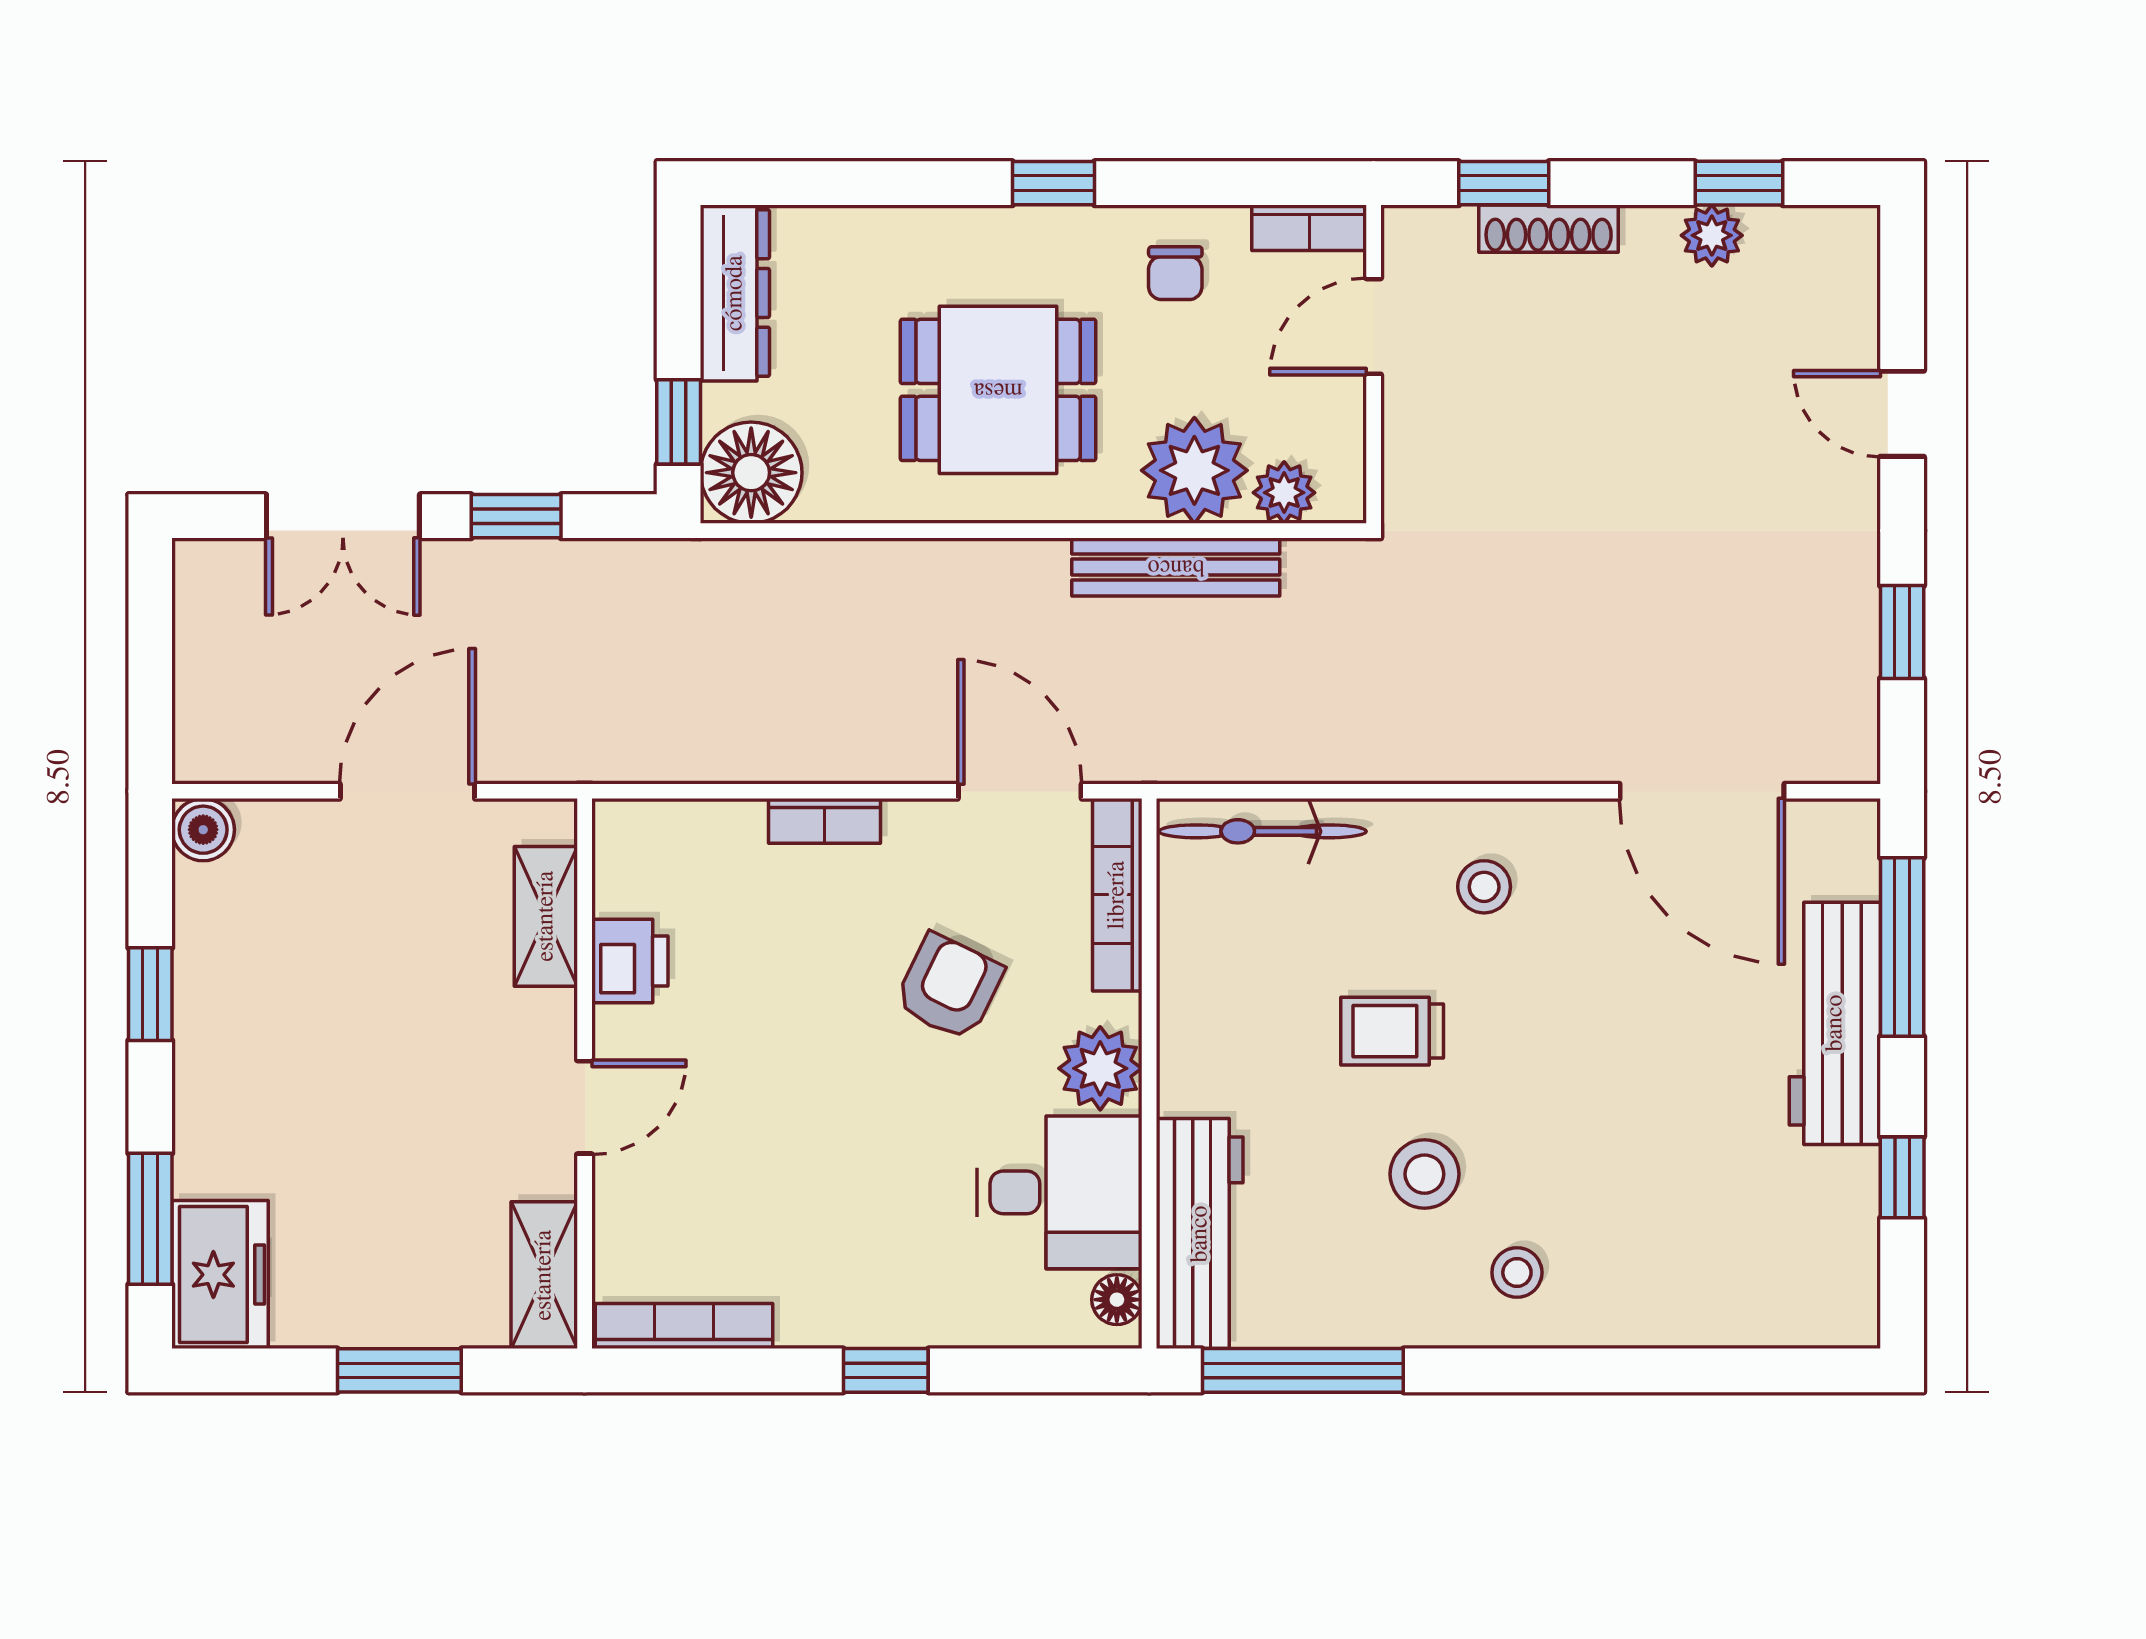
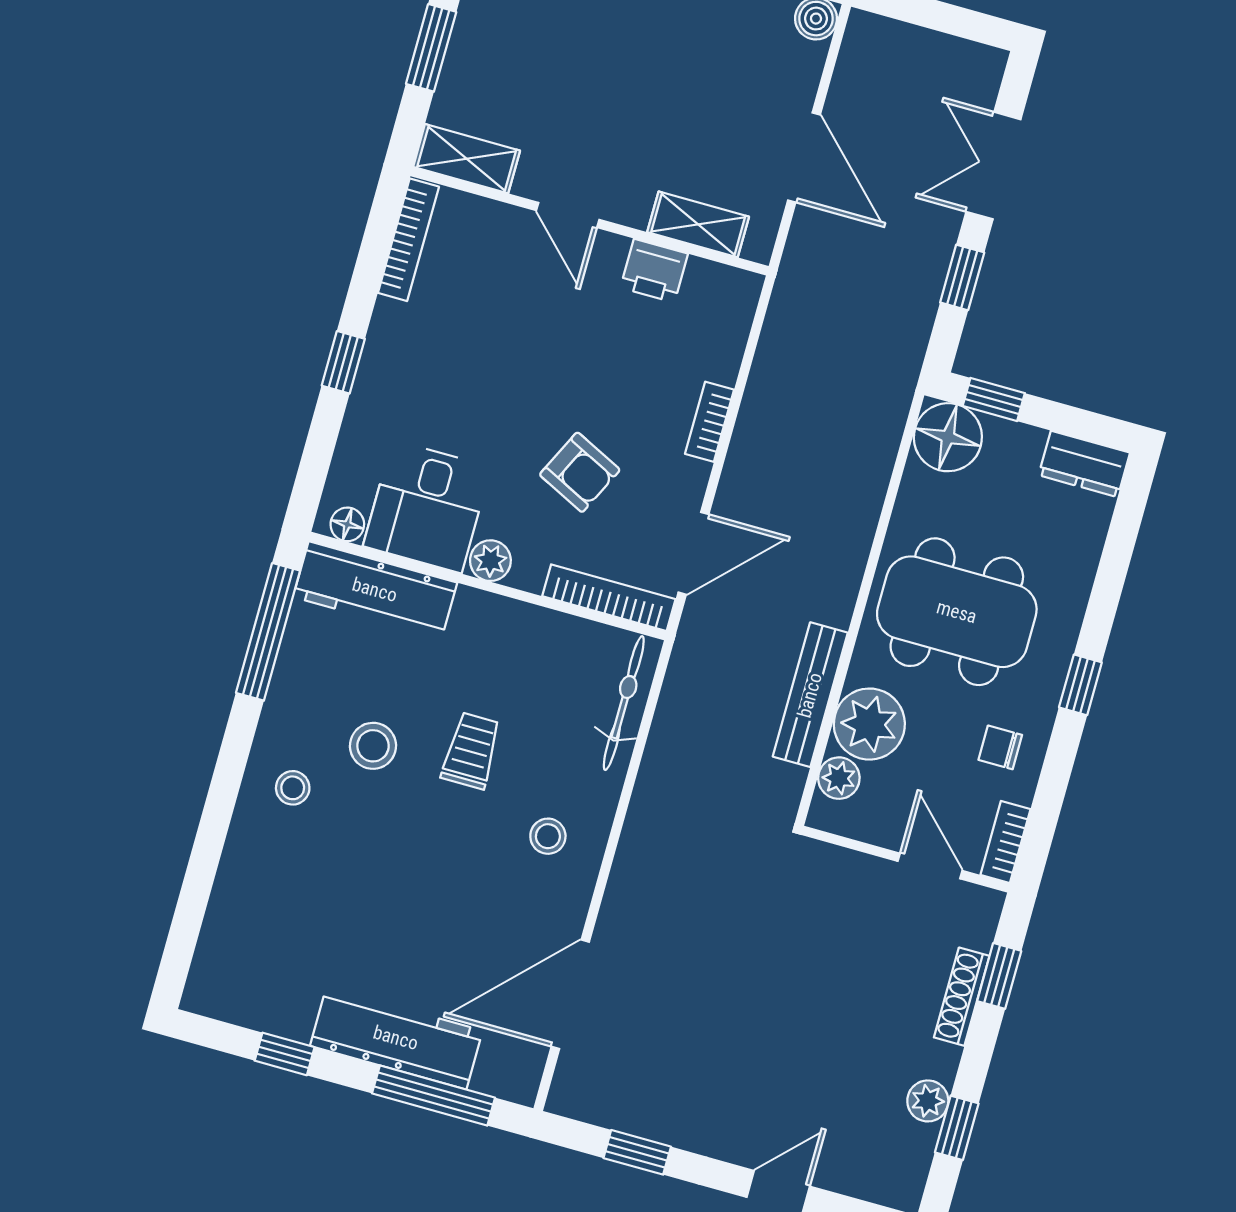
dresser: (735, 293) -> (1084, 464), width x0.70
dining table: (998, 390) -> (957, 612), width x1.38
plant: (1100, 1068) -> (490, 561), width x0.73, depth x0.73

